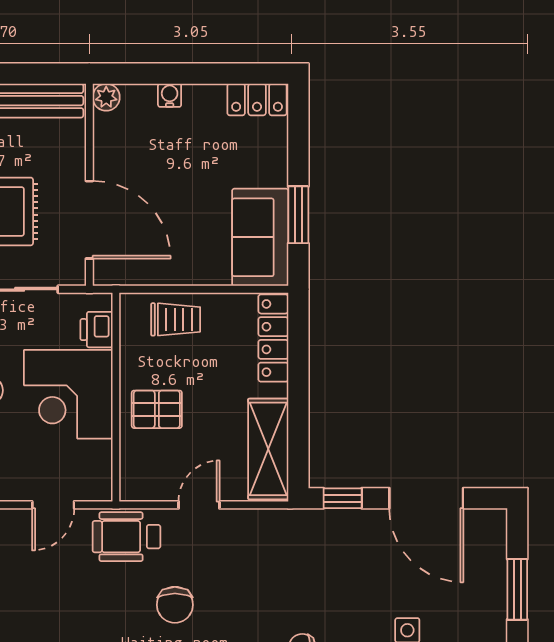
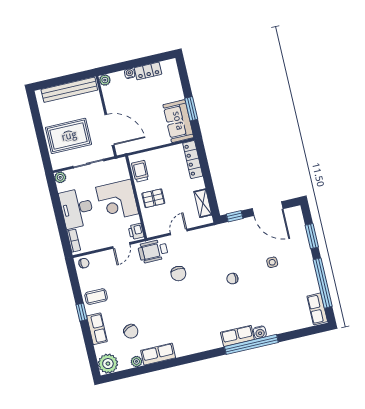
locker: (257, 99) -> (148, 71), moved
trolley: (176, 319) -> (140, 171), moved, turned -90
printer: (96, 330) -> (136, 231), moved
shelving: (268, 449) -> (203, 203), width x0.67, depth x0.75

